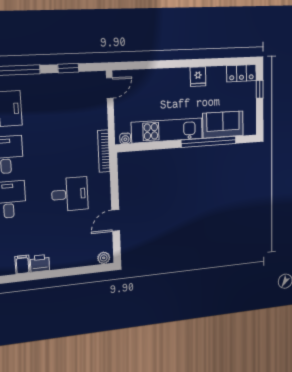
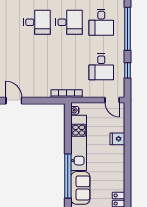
fridge: (198, 77) -> (117, 139), moved
desk: (70, 194) -> (101, 67), moved

